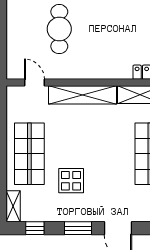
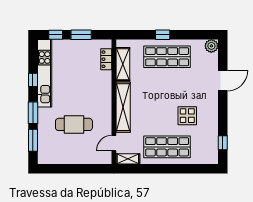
shelving: (13, 206) -> (128, 159), moved
window: (78, 228) -> (223, 111), removed

